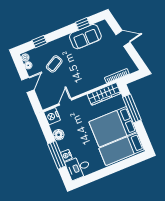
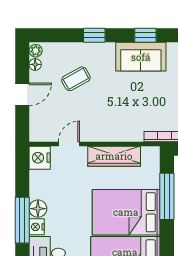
window: (39, 42) -> (94, 35), moved
wardrobe: (104, 94) -> (114, 156), moved
floor lamp: (59, 135) -> (38, 209), moved

